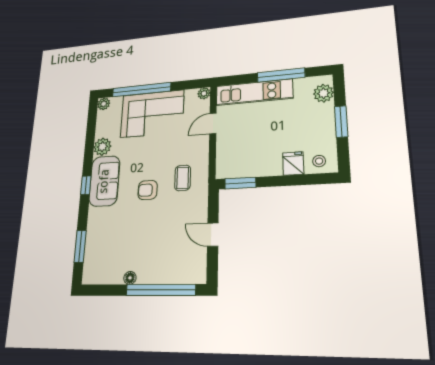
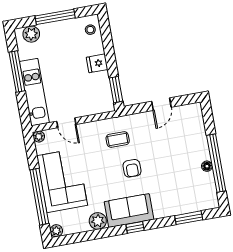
window: (341, 122) -> (55, 17), width x1.44
fridge: (293, 164) -> (97, 63), moved
window: (161, 290) -> (216, 163), moved

